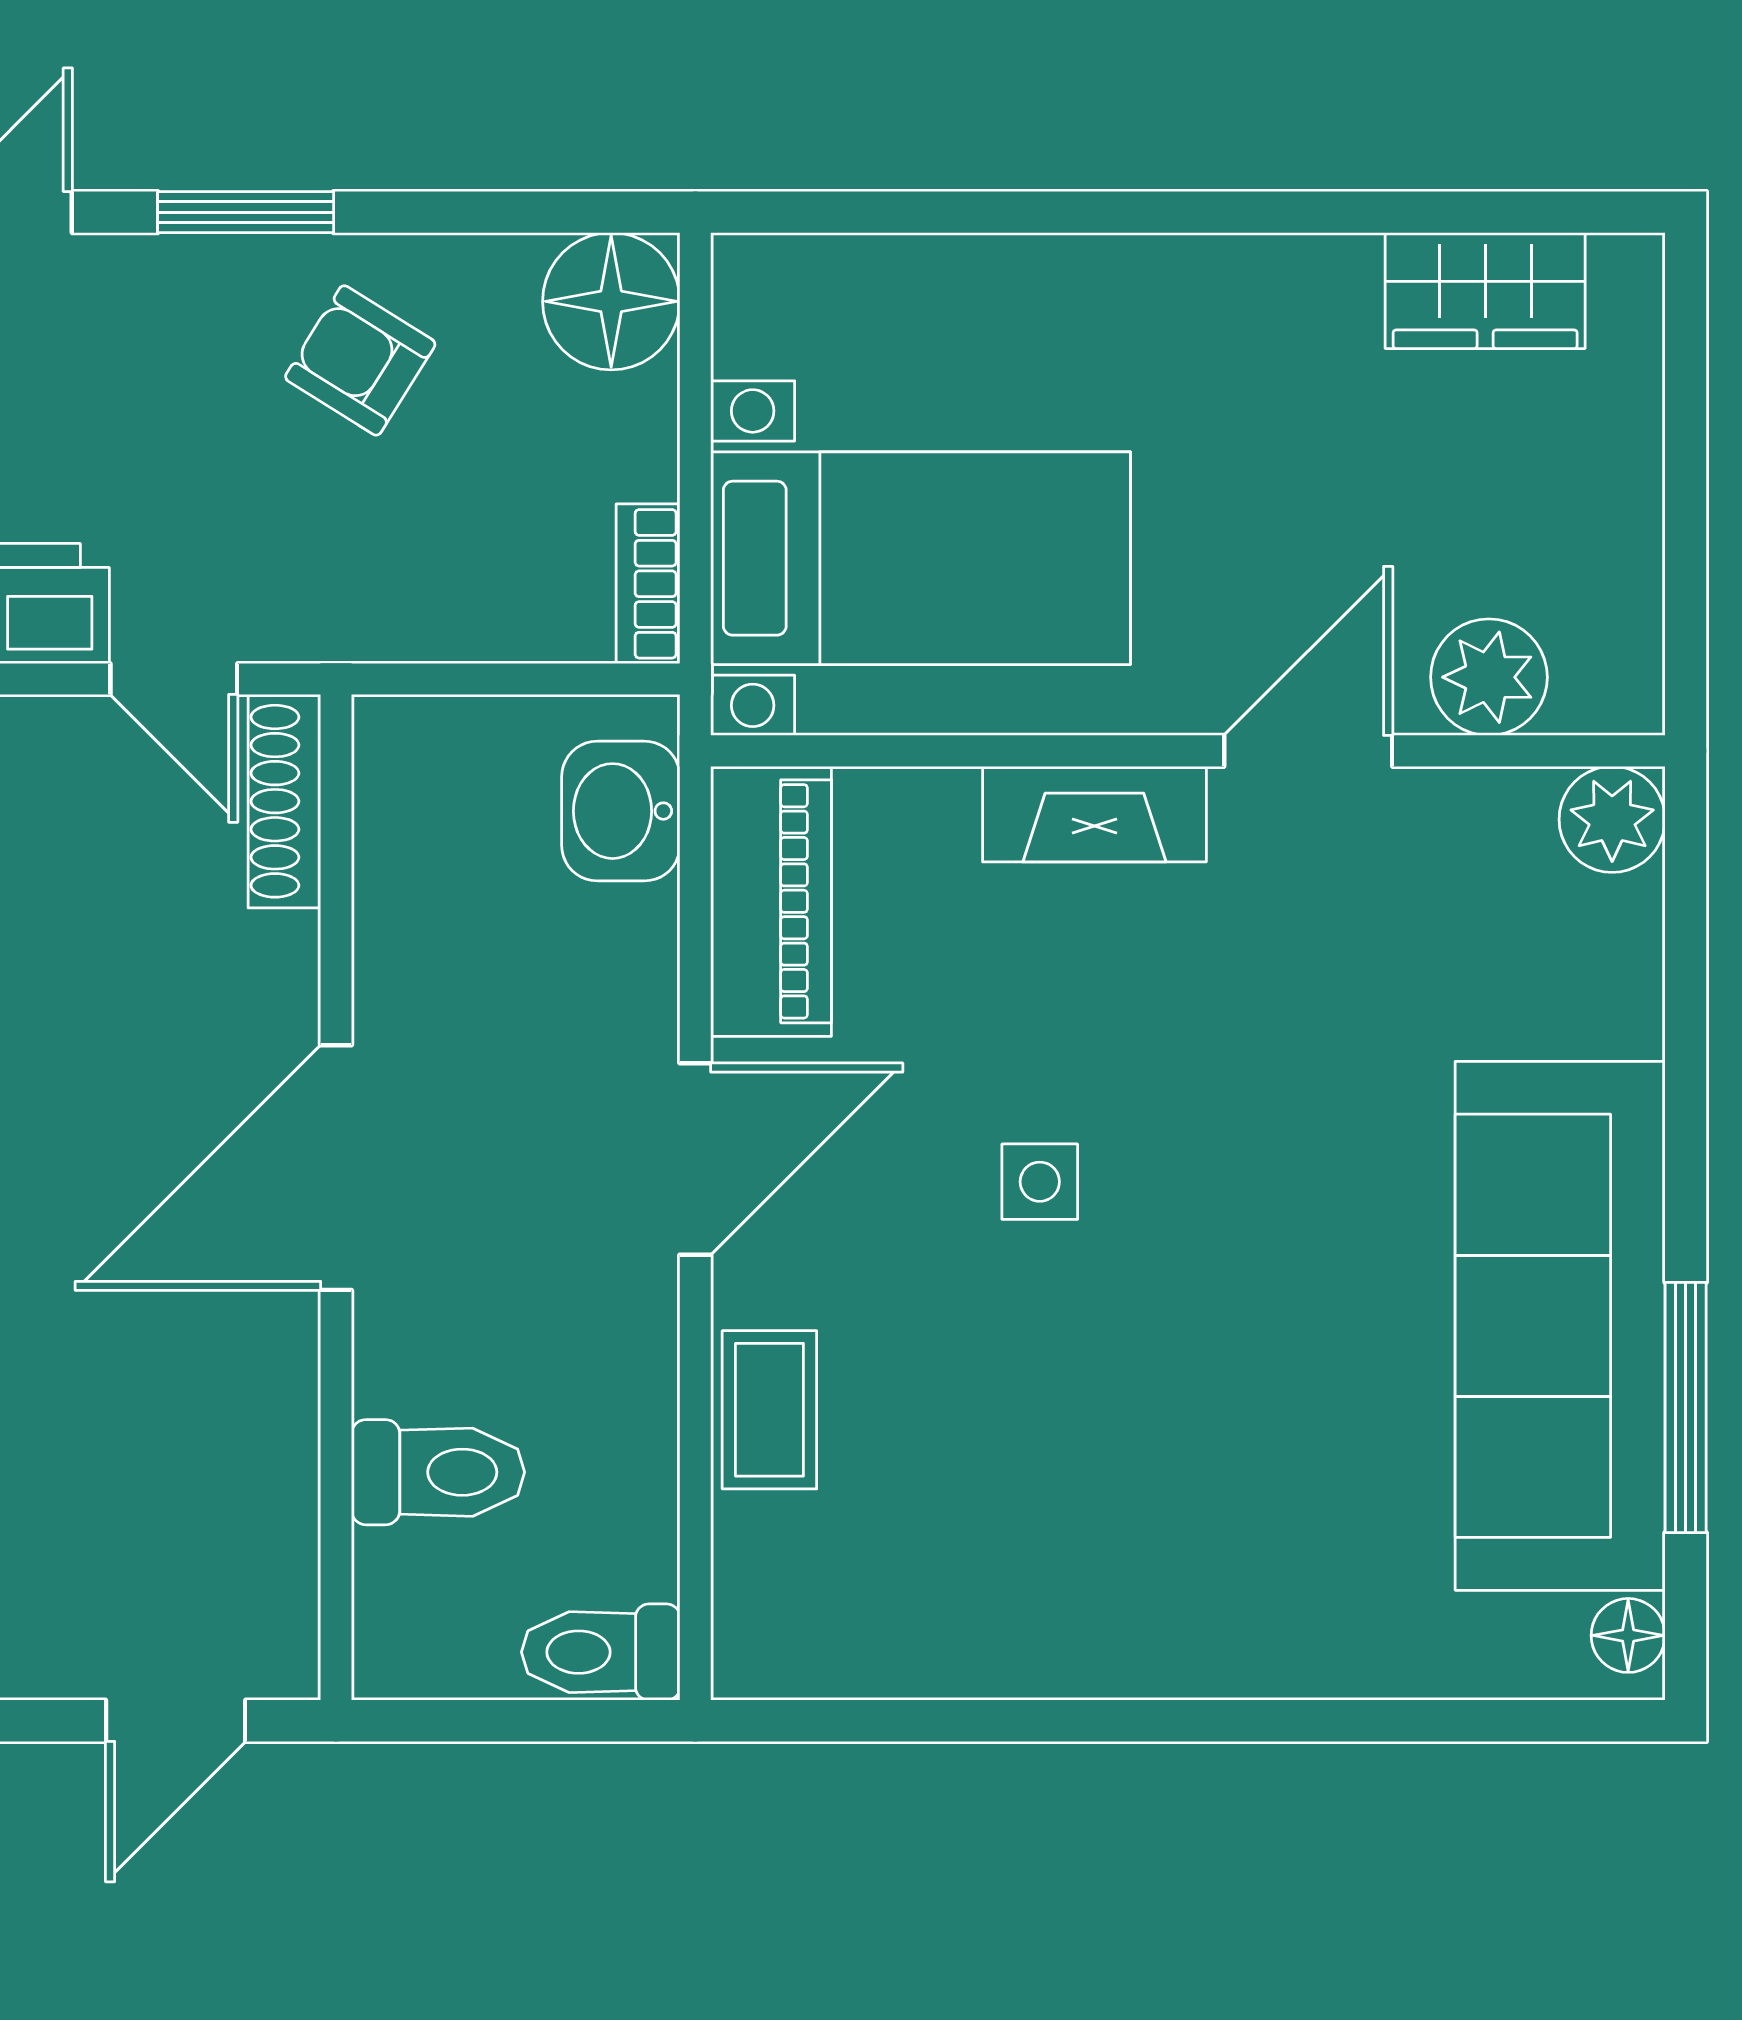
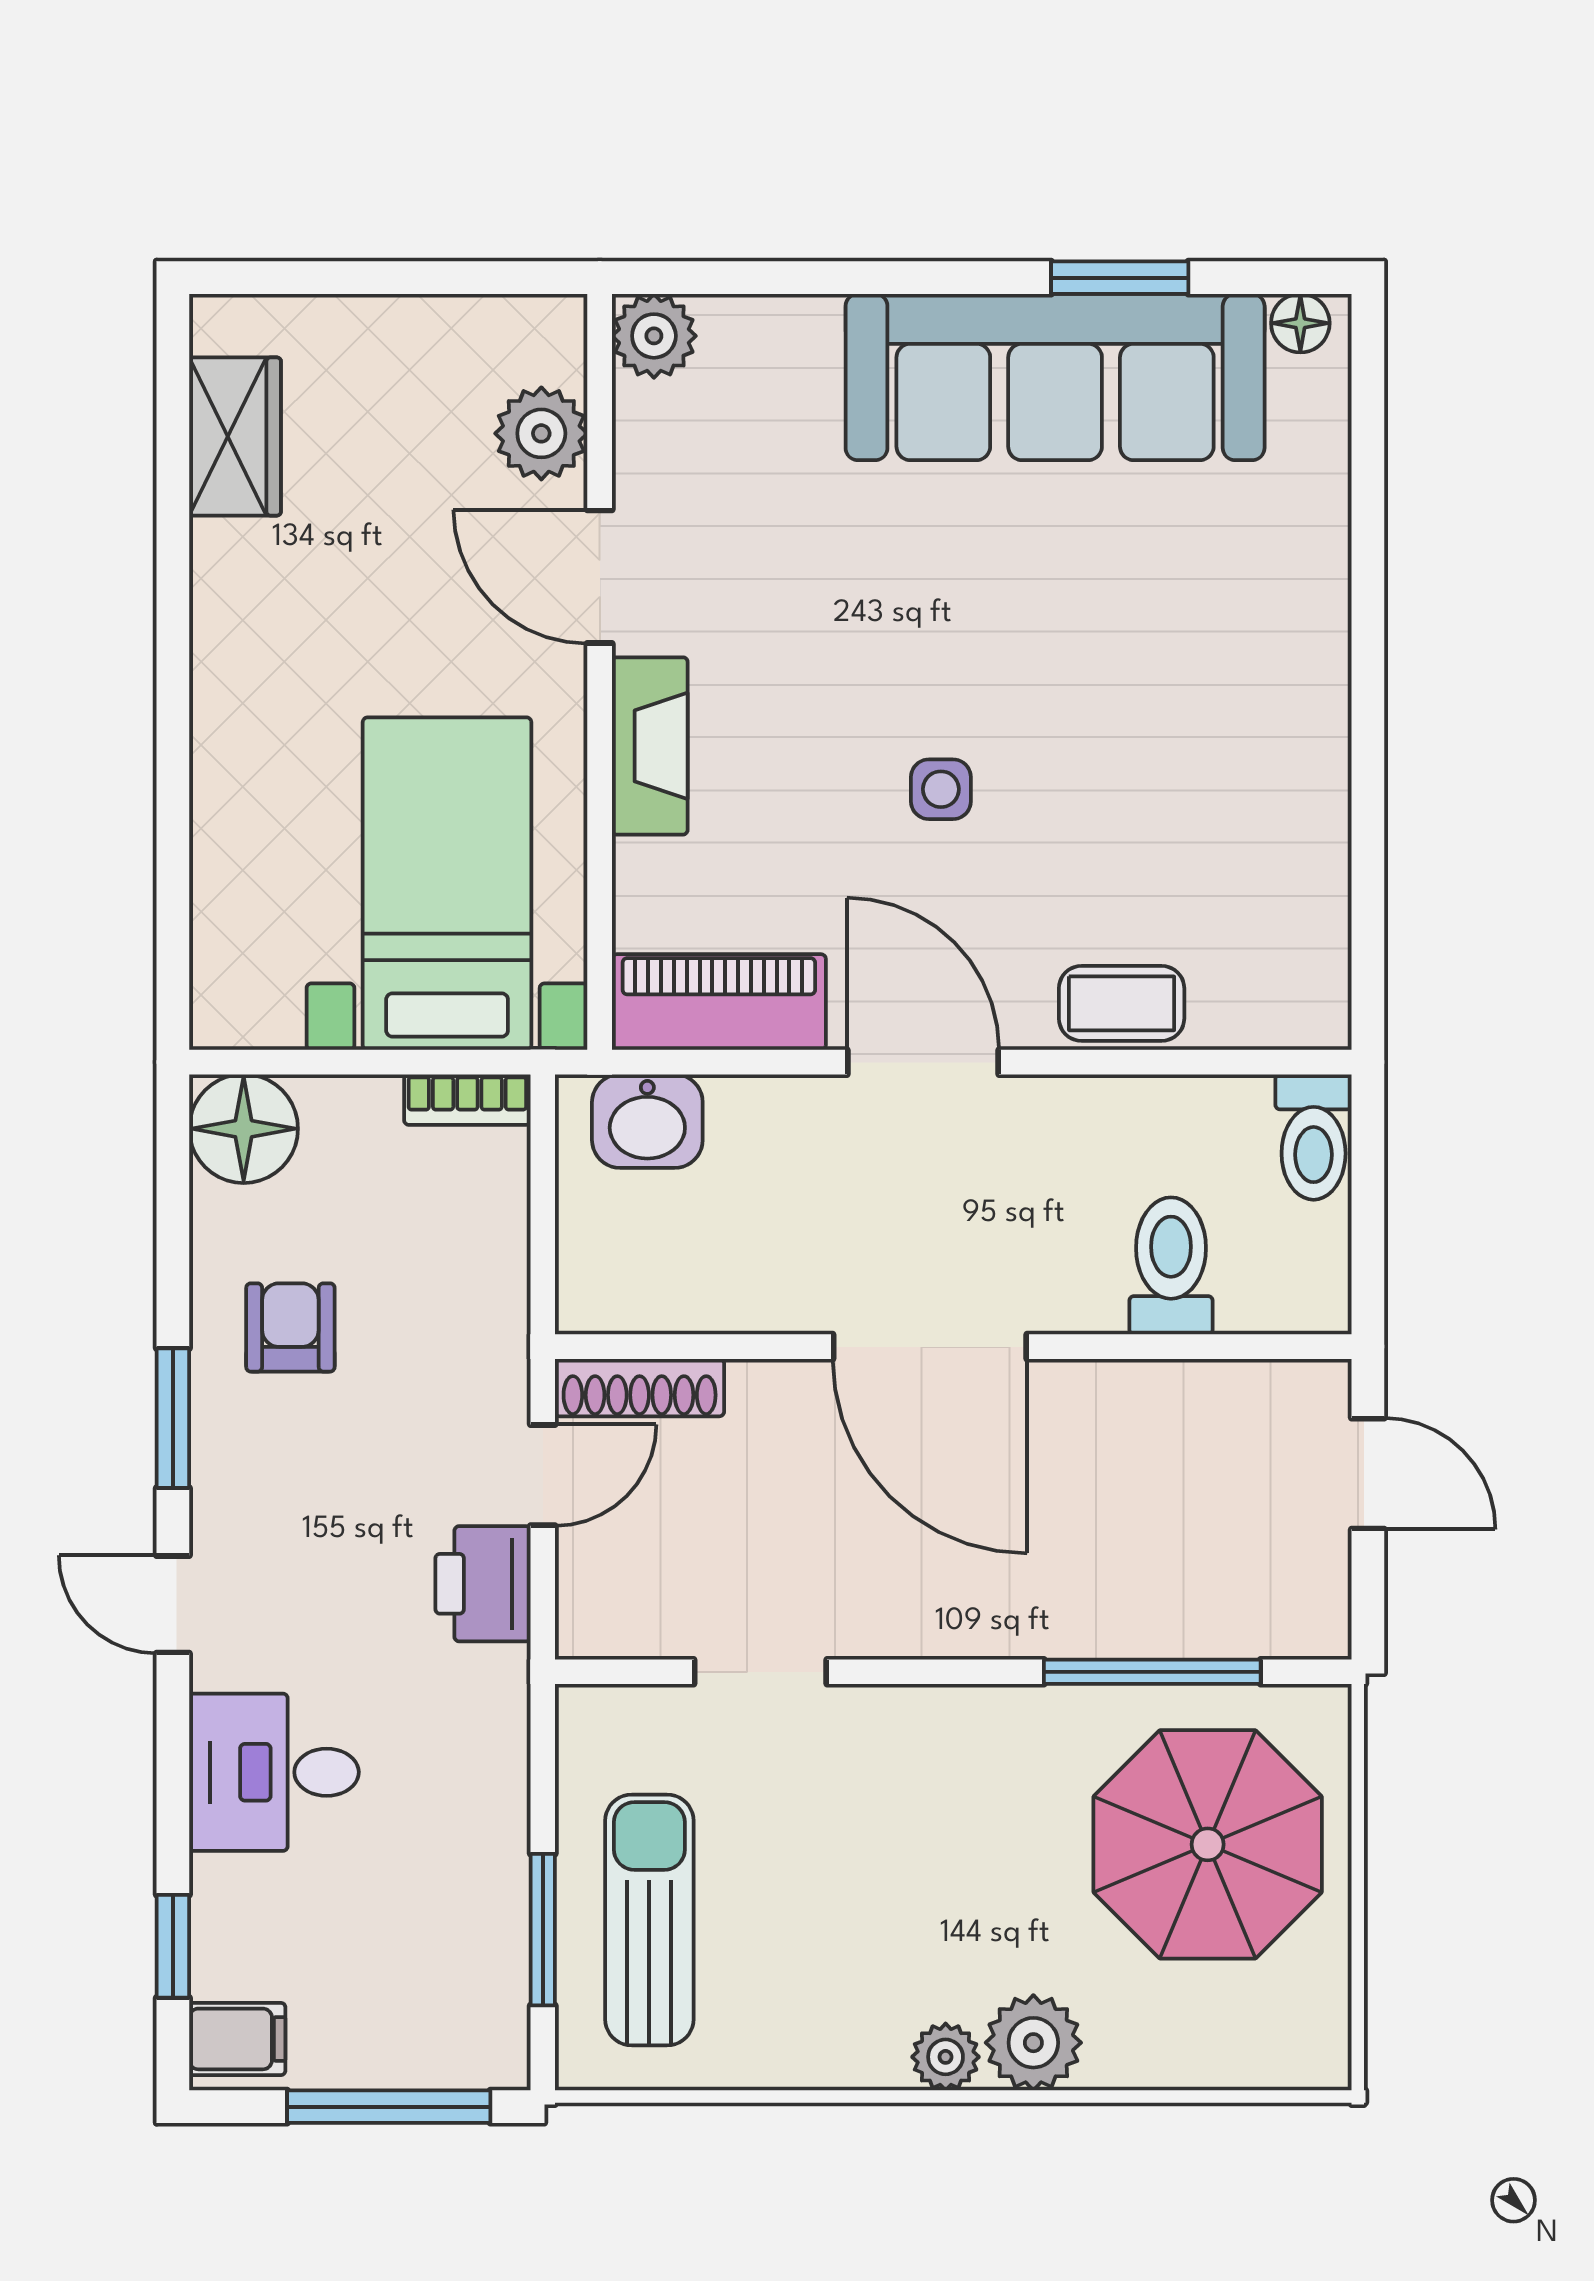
armchair: (360, 360) -> (290, 1327), turned 148
window: (1686, 1407) -> (1120, 278), width x0.69

